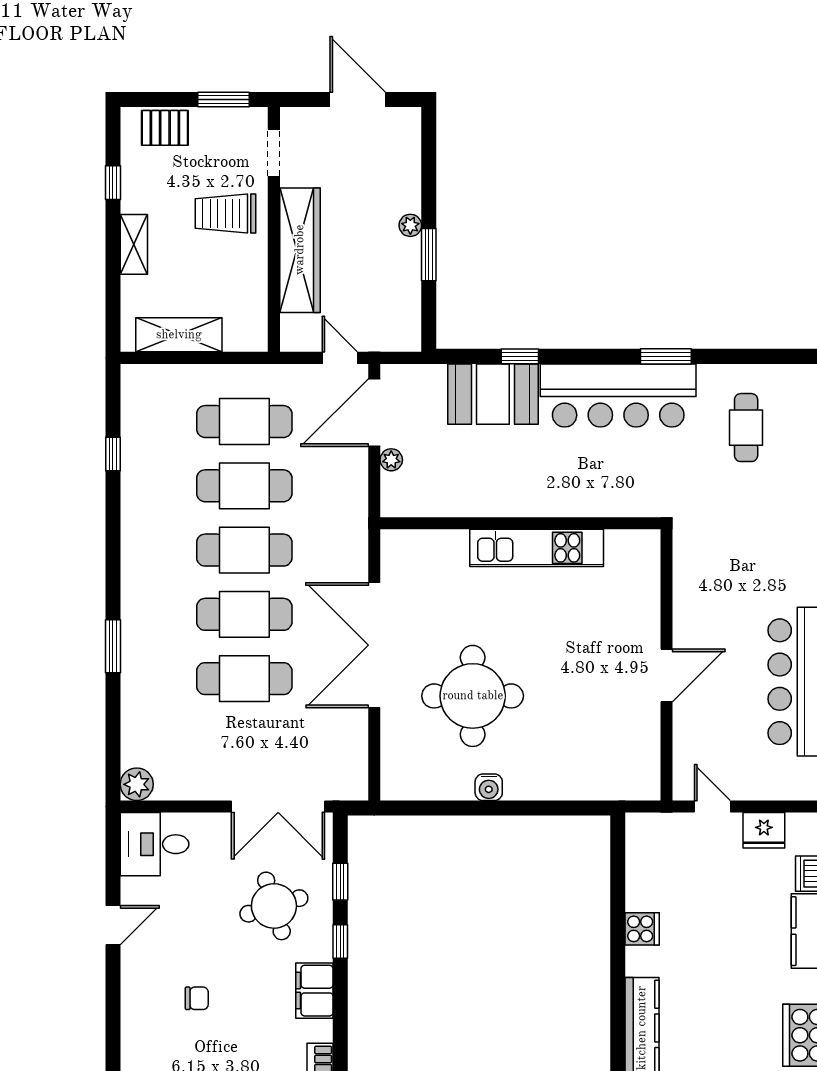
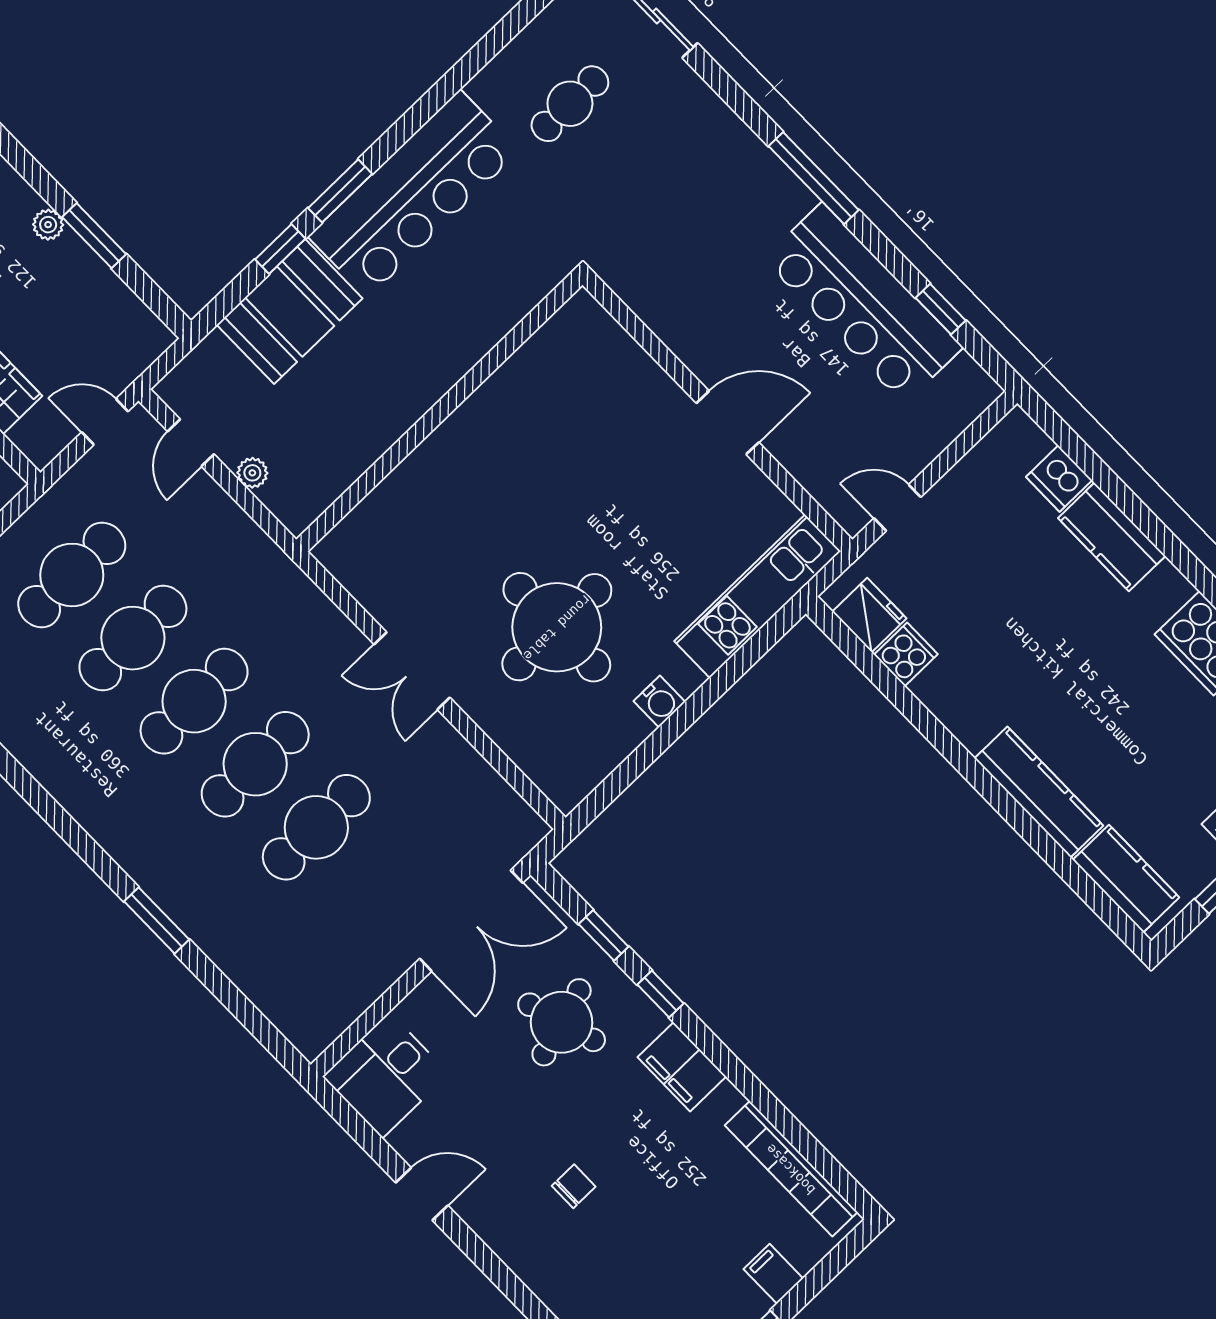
window: (666, 356) -> (340, 191), moved
door: (374, 413) -> (191, 443), width x0.53
cafe table: (746, 428) -> (570, 104), turned 90
kitchen unit: (537, 548) -> (758, 596), moved, turned 180
double door: (374, 645) -> (412, 671), width x0.54
door: (666, 675) -> (728, 423), hinge flipped
plant: (137, 784) -> (311, 1033), removed
fridge: (764, 830) -> (869, 615), moved, turned -90
door: (113, 925) -> (422, 1194), hinge flipped
cooker: (642, 929) -> (906, 654), moved

